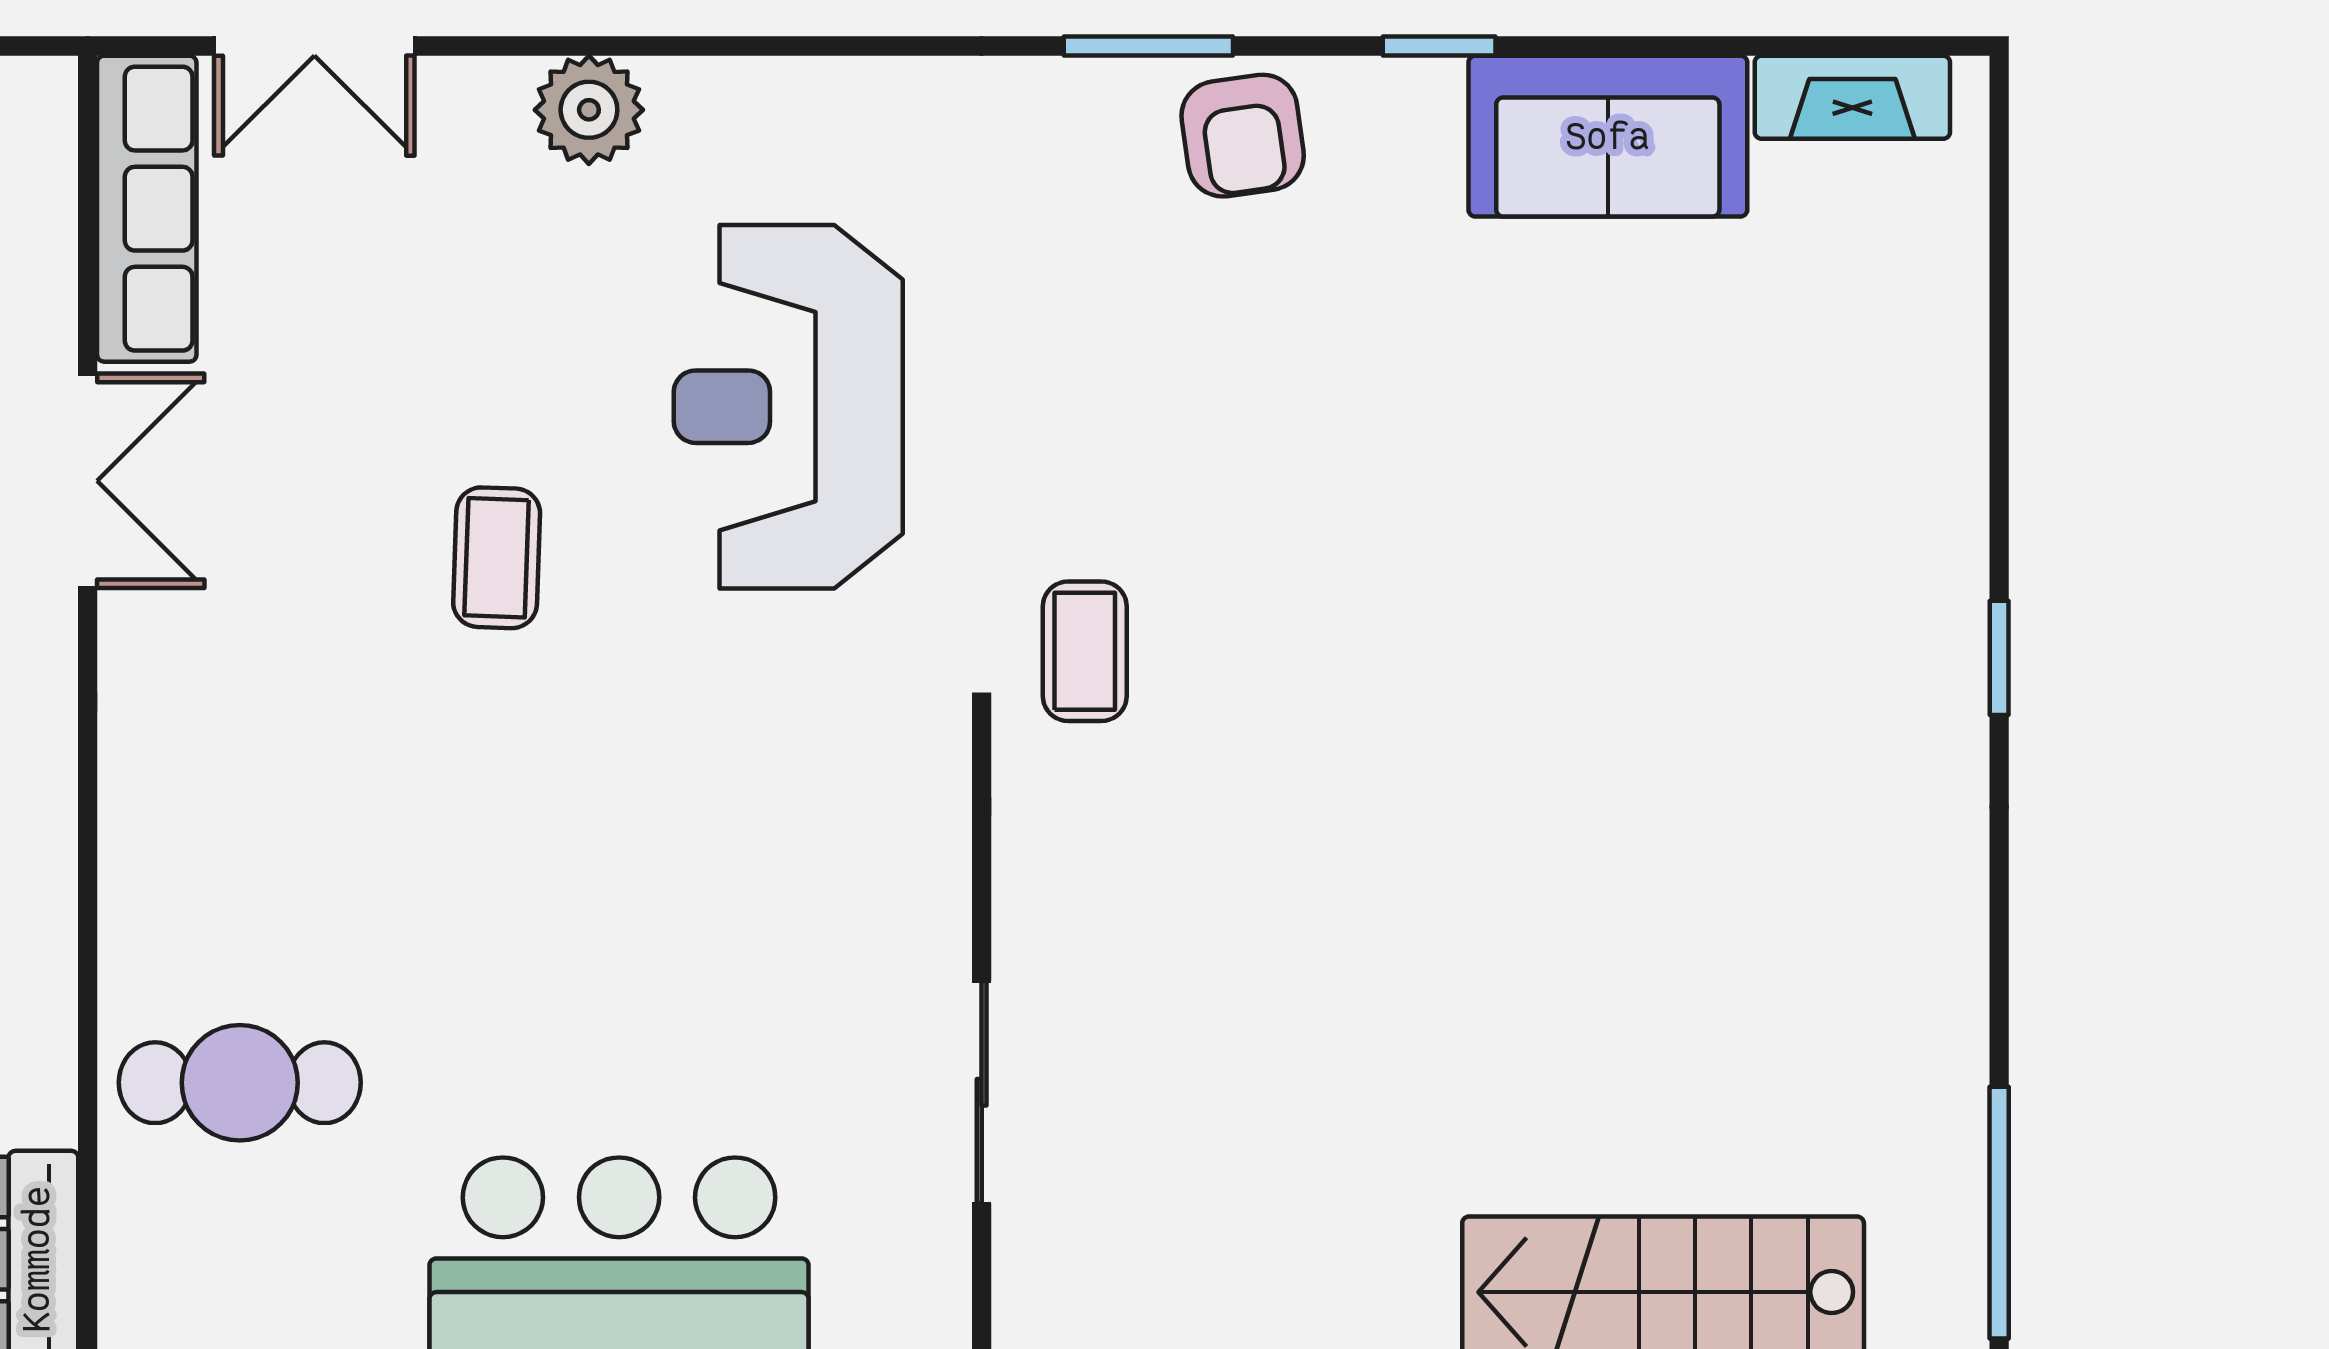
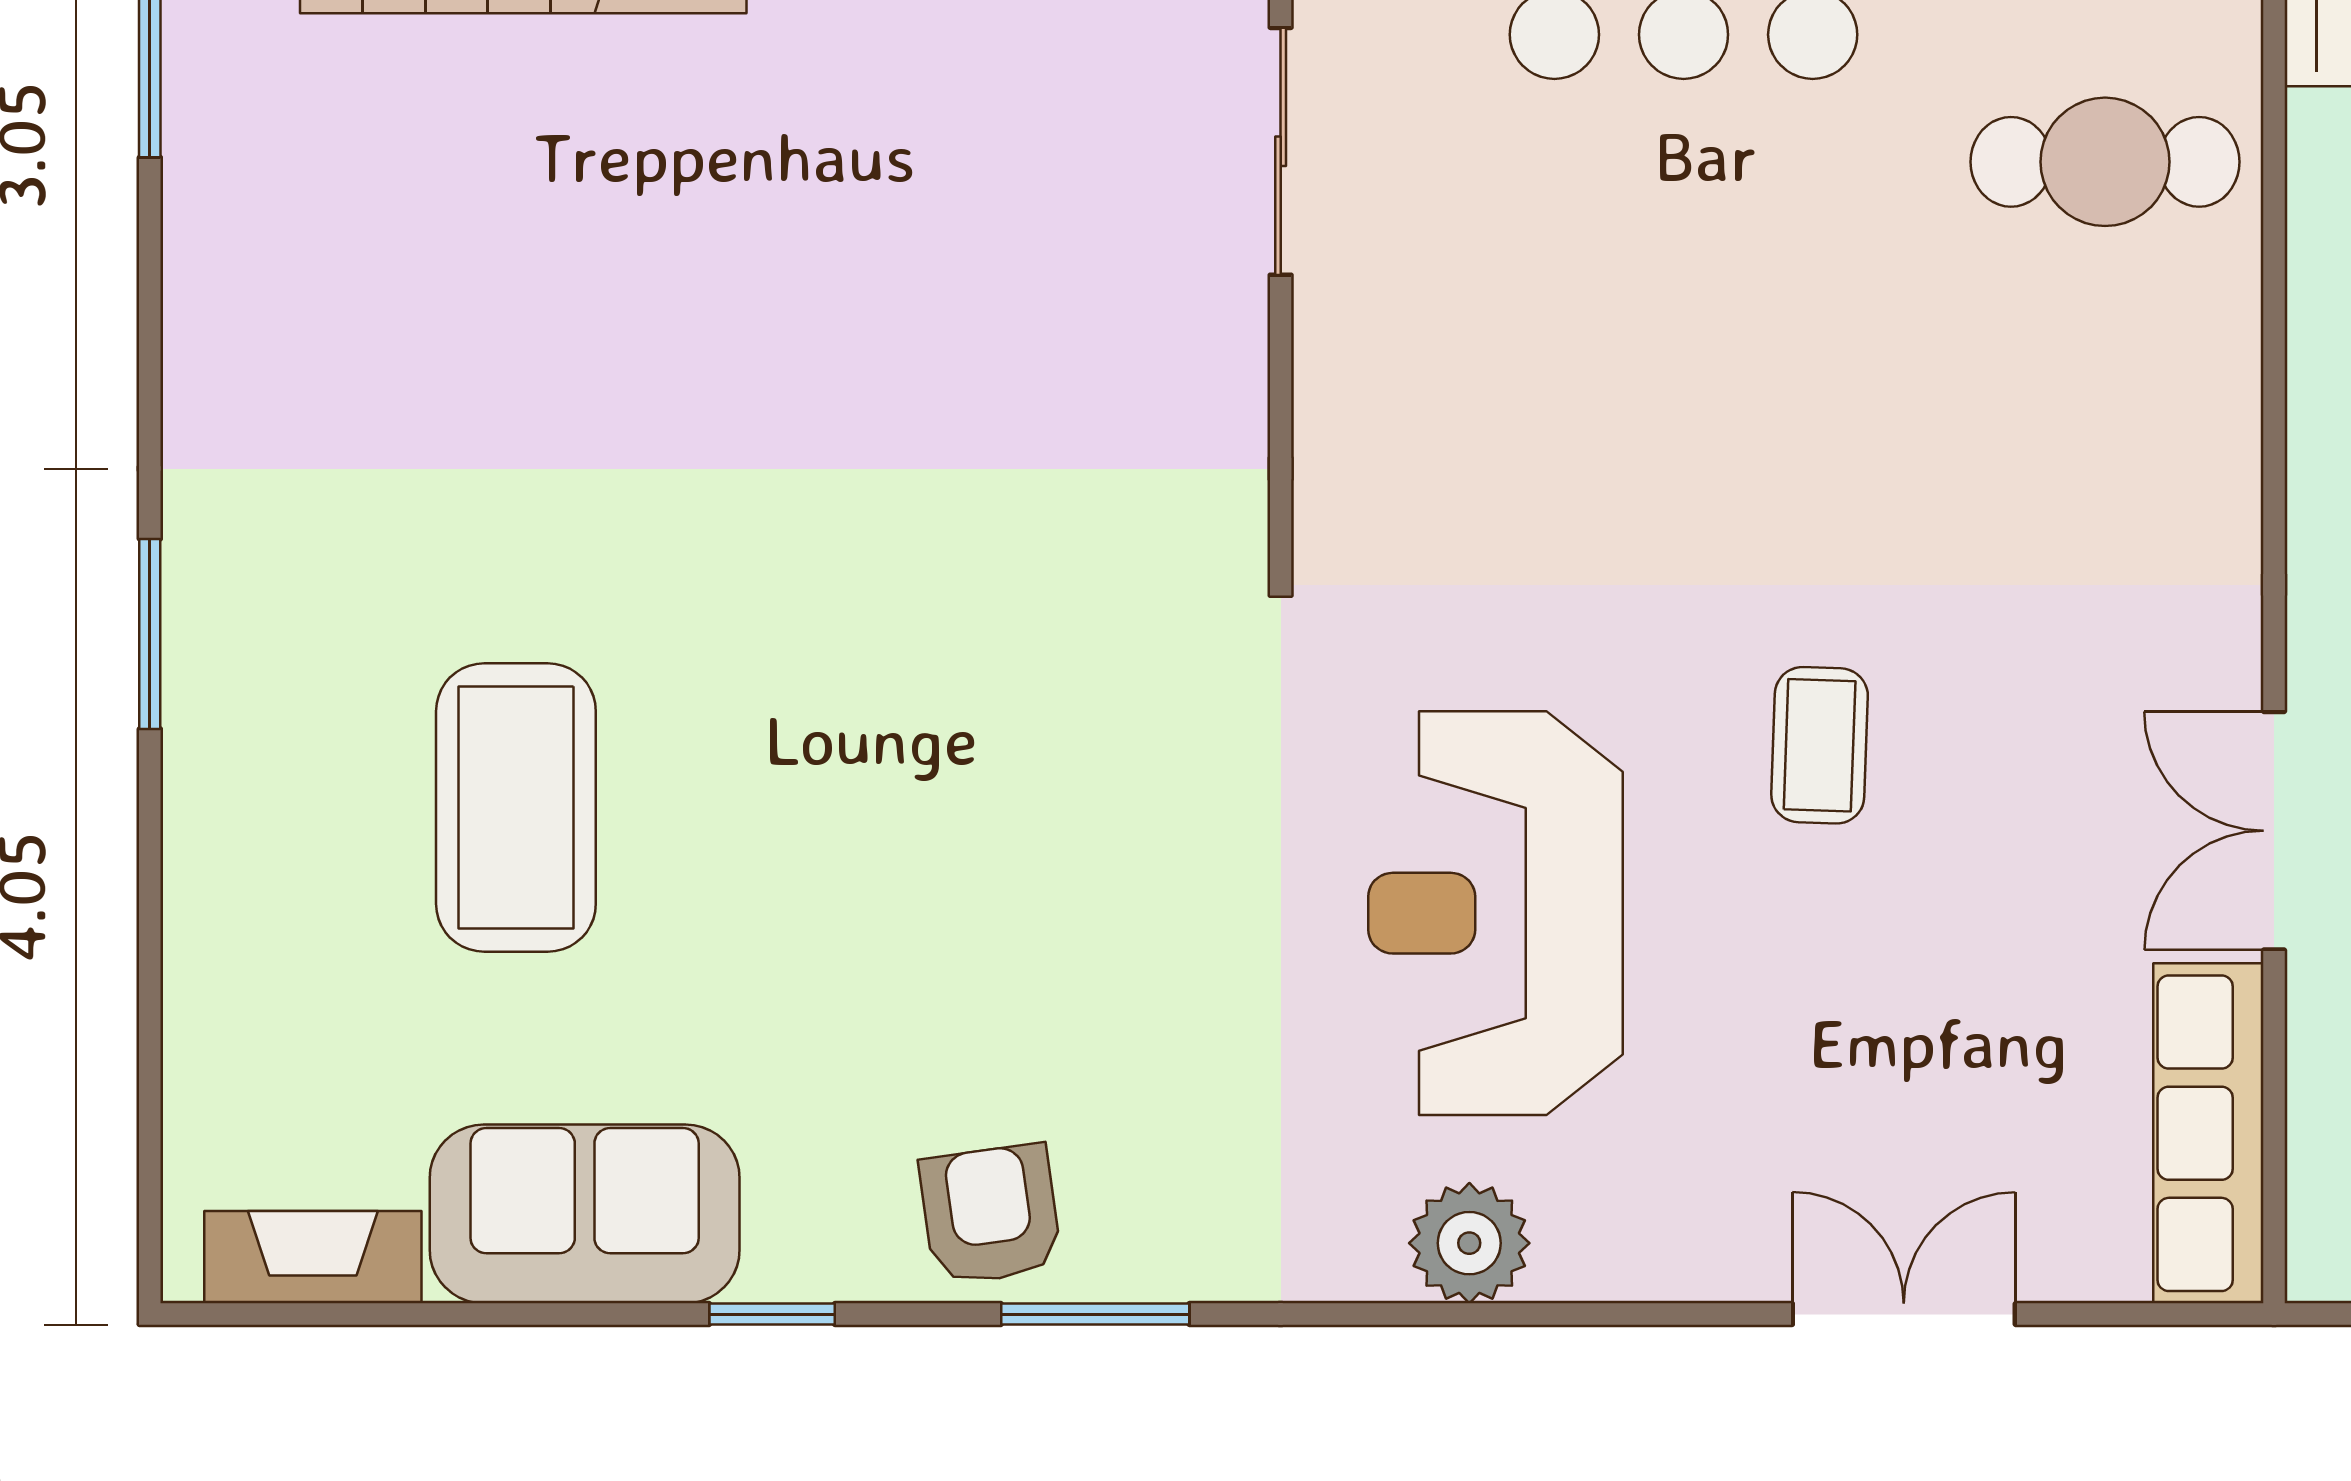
double door: (314, 46) -> (1904, 1314), moved
plant: (589, 110) -> (1469, 1243), moved
reception desk: (788, 407) -> (1495, 913), turned 180
coffee table: (1085, 651) -> (516, 808), moved, width x1.86, depth x1.72
window: (1999, 658) -> (150, 634), width x1.50

